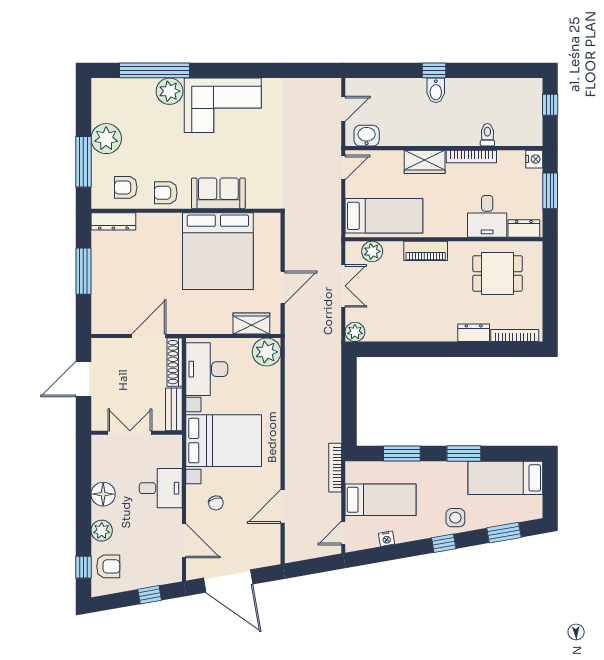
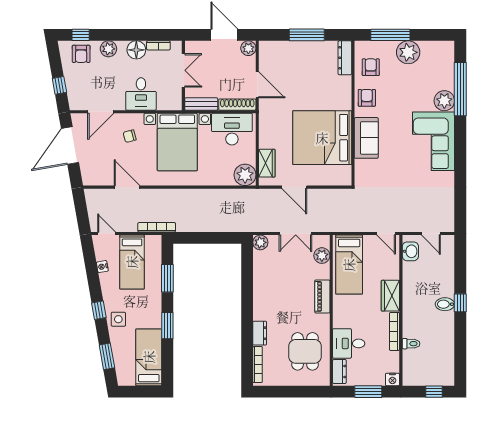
plant: (101, 348) -> (248, 48), added
bookcase: (97, 465) -> (158, 45), added

